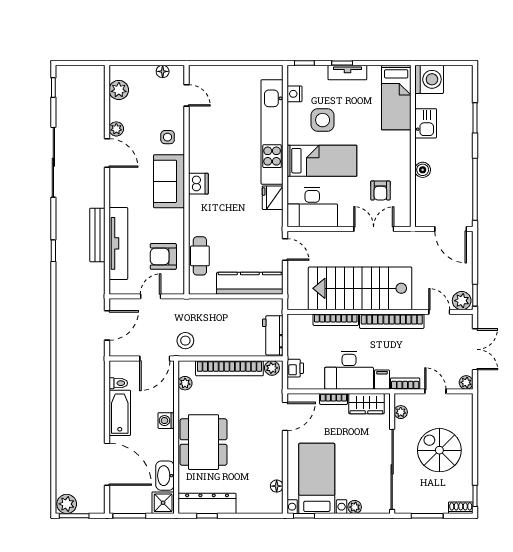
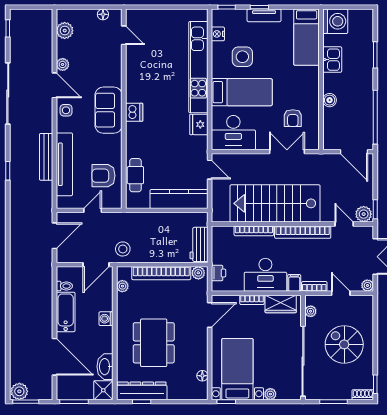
side table: (168, 137) -> (66, 110), moved
dining table: (203, 442) -> (154, 343), moved

